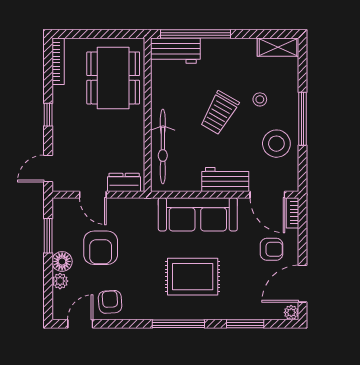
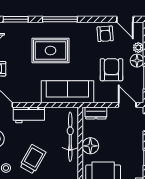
floor lamp: (132, 133) -> (90, 146), added
door: (93, 195) -> (127, 105), moved
sofa: (198, 214) -> (67, 92), moved
door: (80, 324) -> (125, 19), hinge flipped

